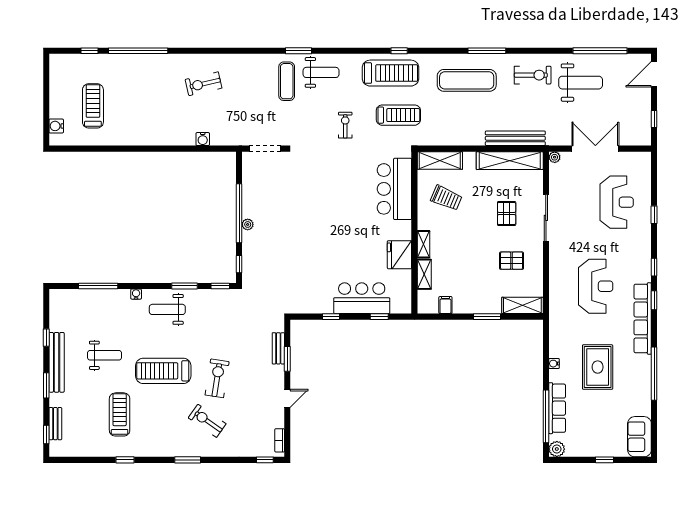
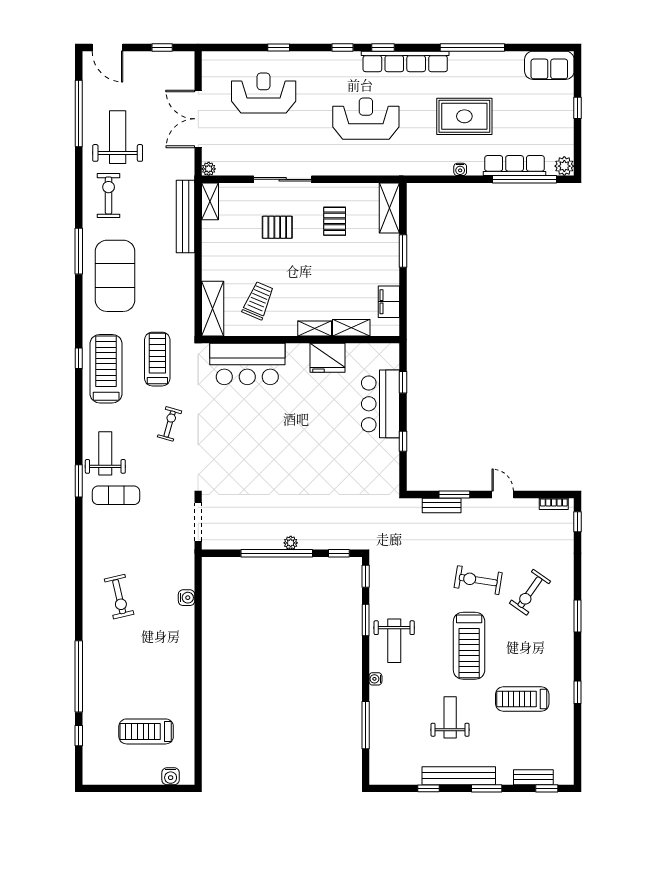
exercise mat: (467, 80) -> (115, 276), width x1.47
exercise bike: (345, 125) -> (170, 424), turned 106
shelving: (510, 161) -> (210, 201), width x0.45, depth x0.75
filing cabinet: (445, 305) -> (389, 302), width x2.00

